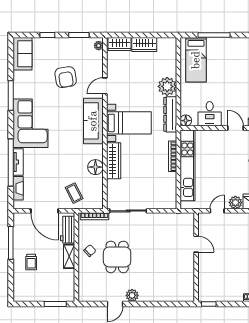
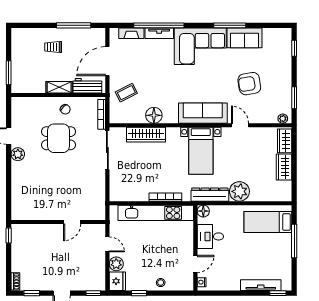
window: (47, 35) -> (294, 48), moved
sofa: (22, 54) -> (245, 38), moved
wardrobe: (114, 161) -> (146, 135), moved

